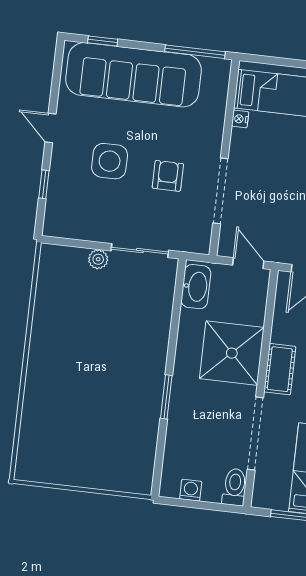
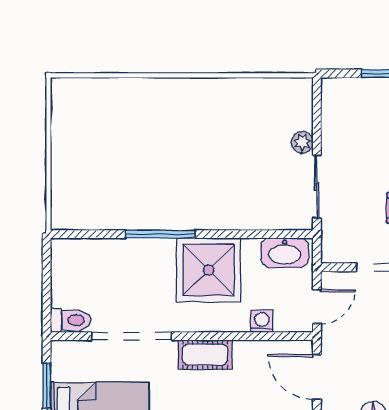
shower: (232, 353) -> (209, 270), moved
window: (166, 397) -> (160, 234), width x1.44
washing machine: (191, 490) -> (262, 321), moved, turned -90

